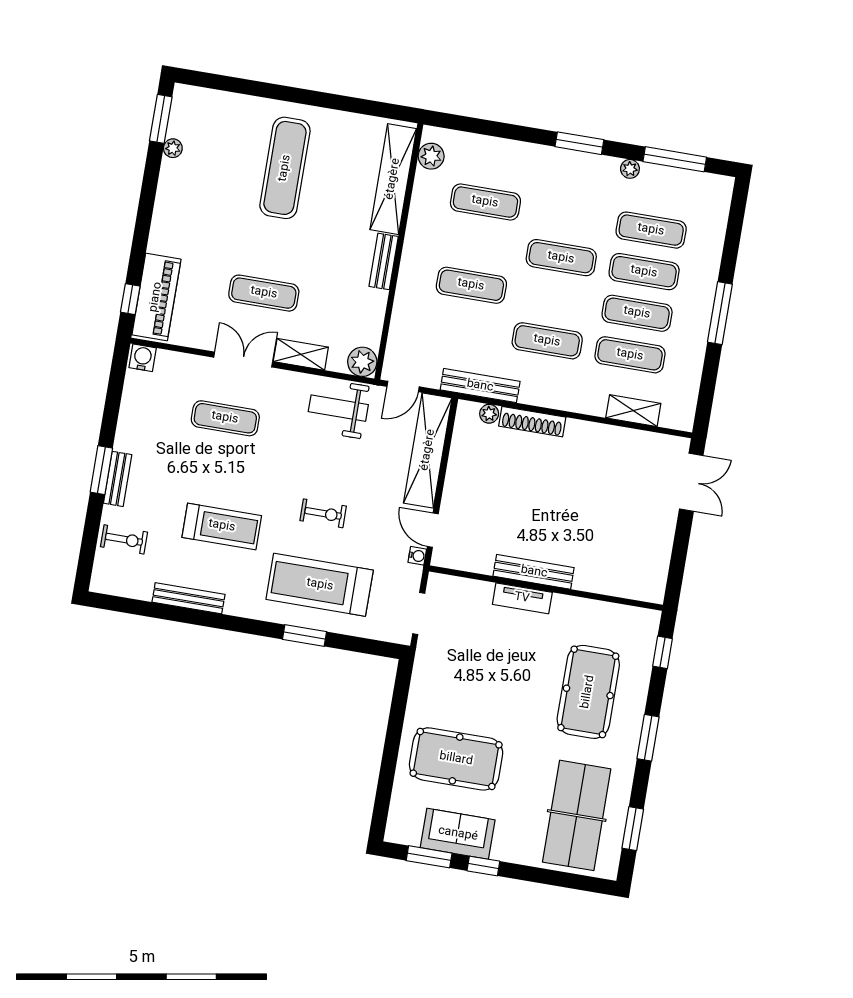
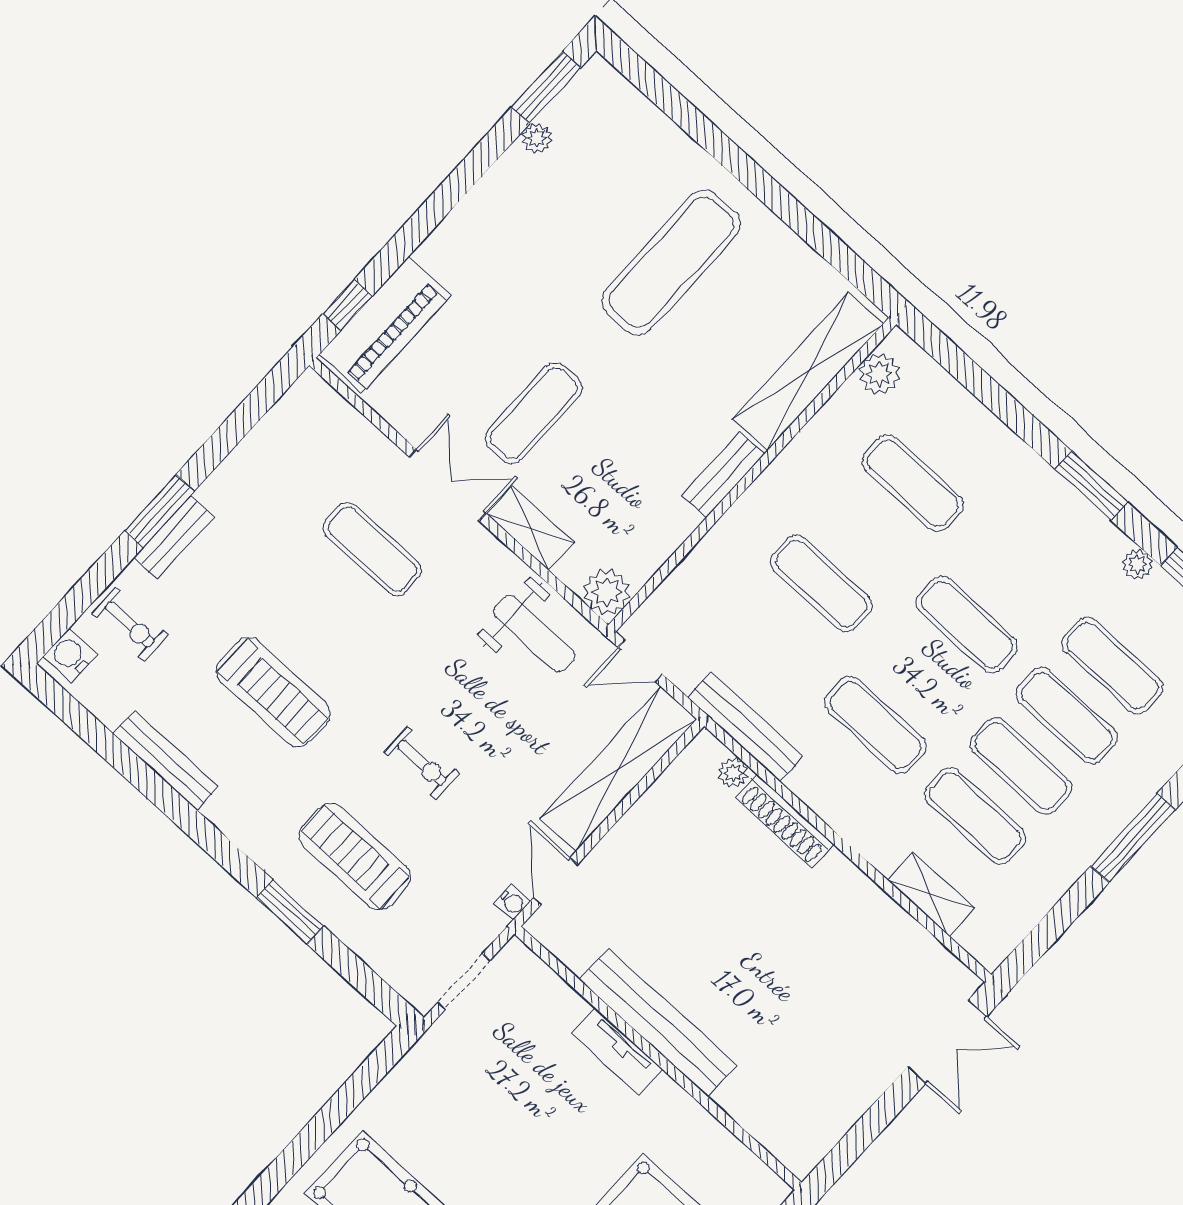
exercise mat: (264, 293) -> (534, 413), turned 90
water cooler: (143, 358) -> (70, 655), moved, turned -90
weight bench: (338, 408) -> (534, 634), turned 180
bench: (534, 572) -> (658, 1023), width x1.37, depth x1.21
treadmill: (320, 585) -> (355, 856), width x0.73, depth x0.73

